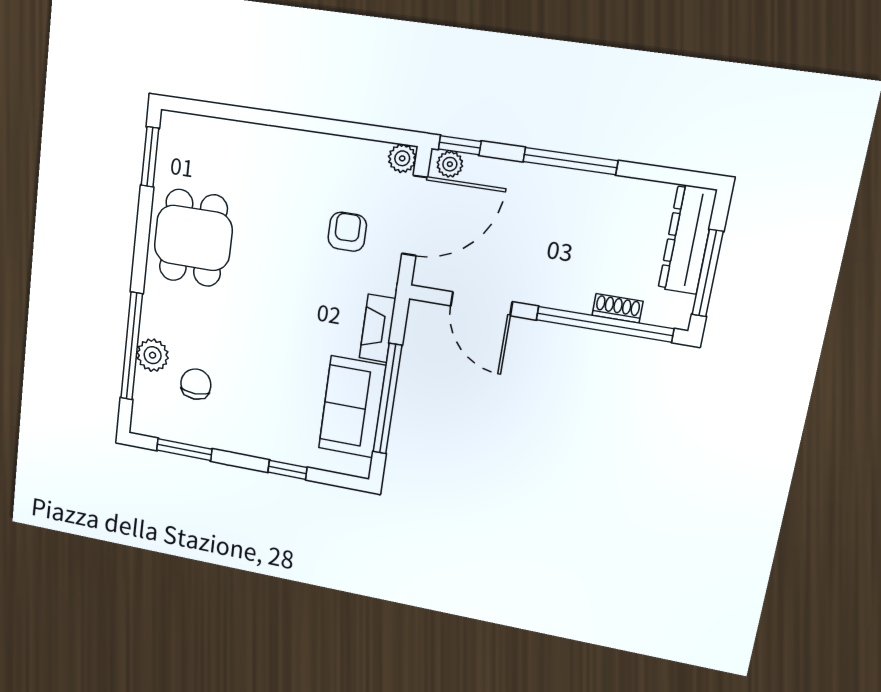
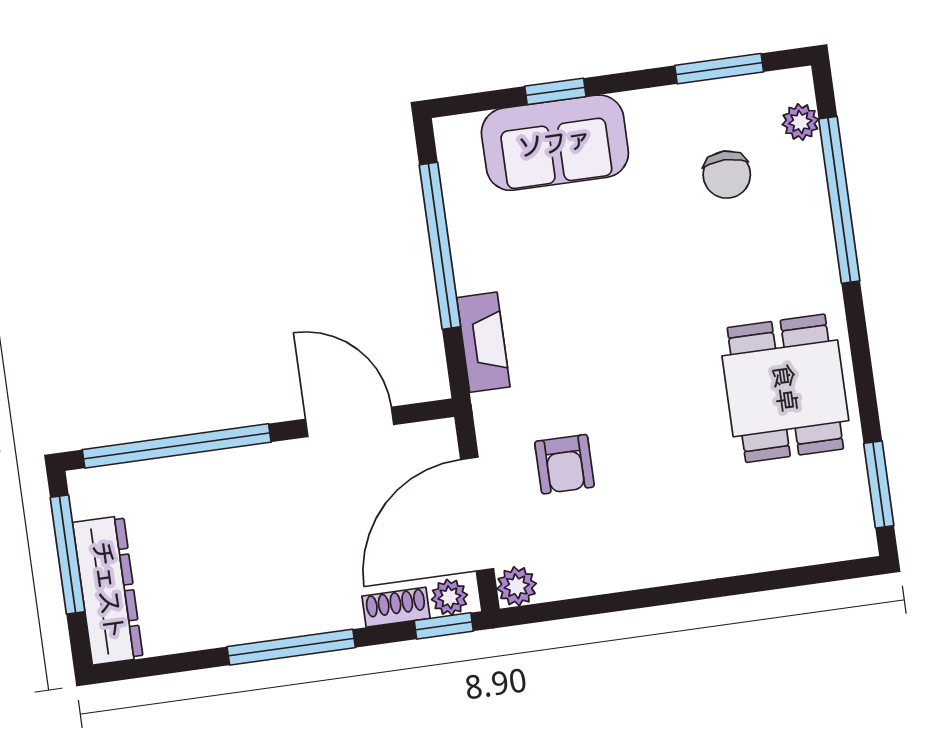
shoe rack: (618, 308) -> (396, 607), moved, turned 180
plant: (153, 355) -> (800, 122), moved, width x0.73, depth x0.73
sofa: (352, 407) -> (555, 143), moved, turned 90

